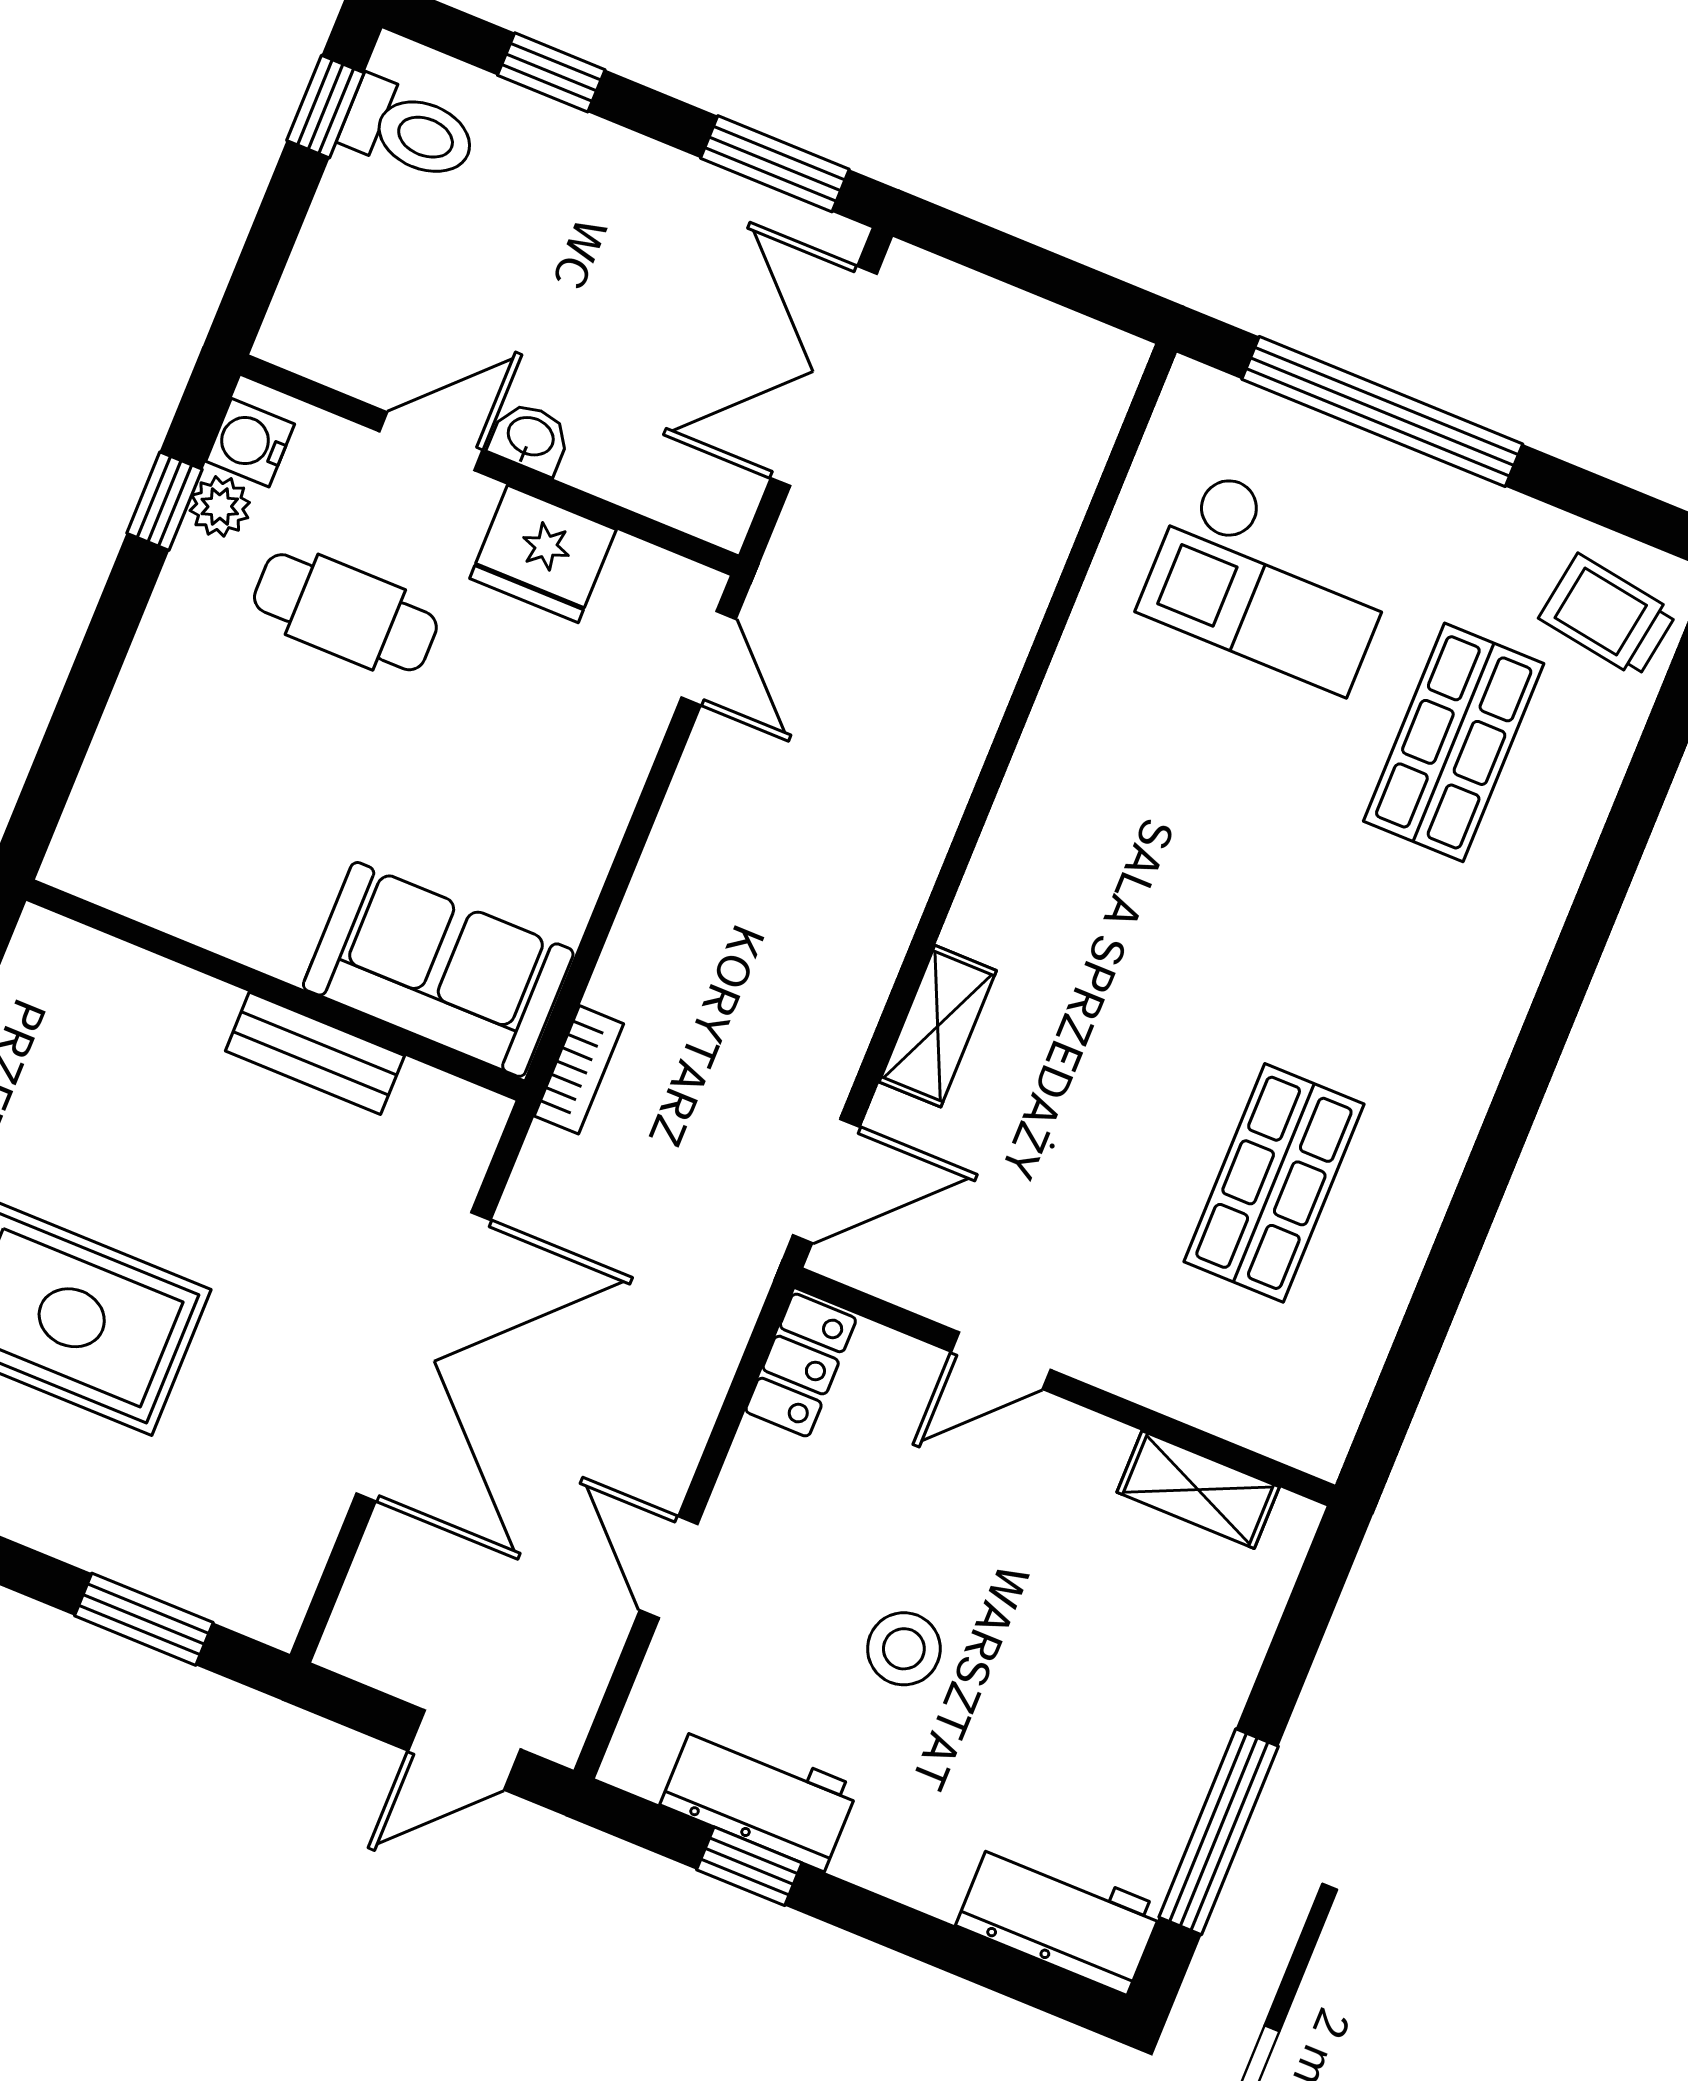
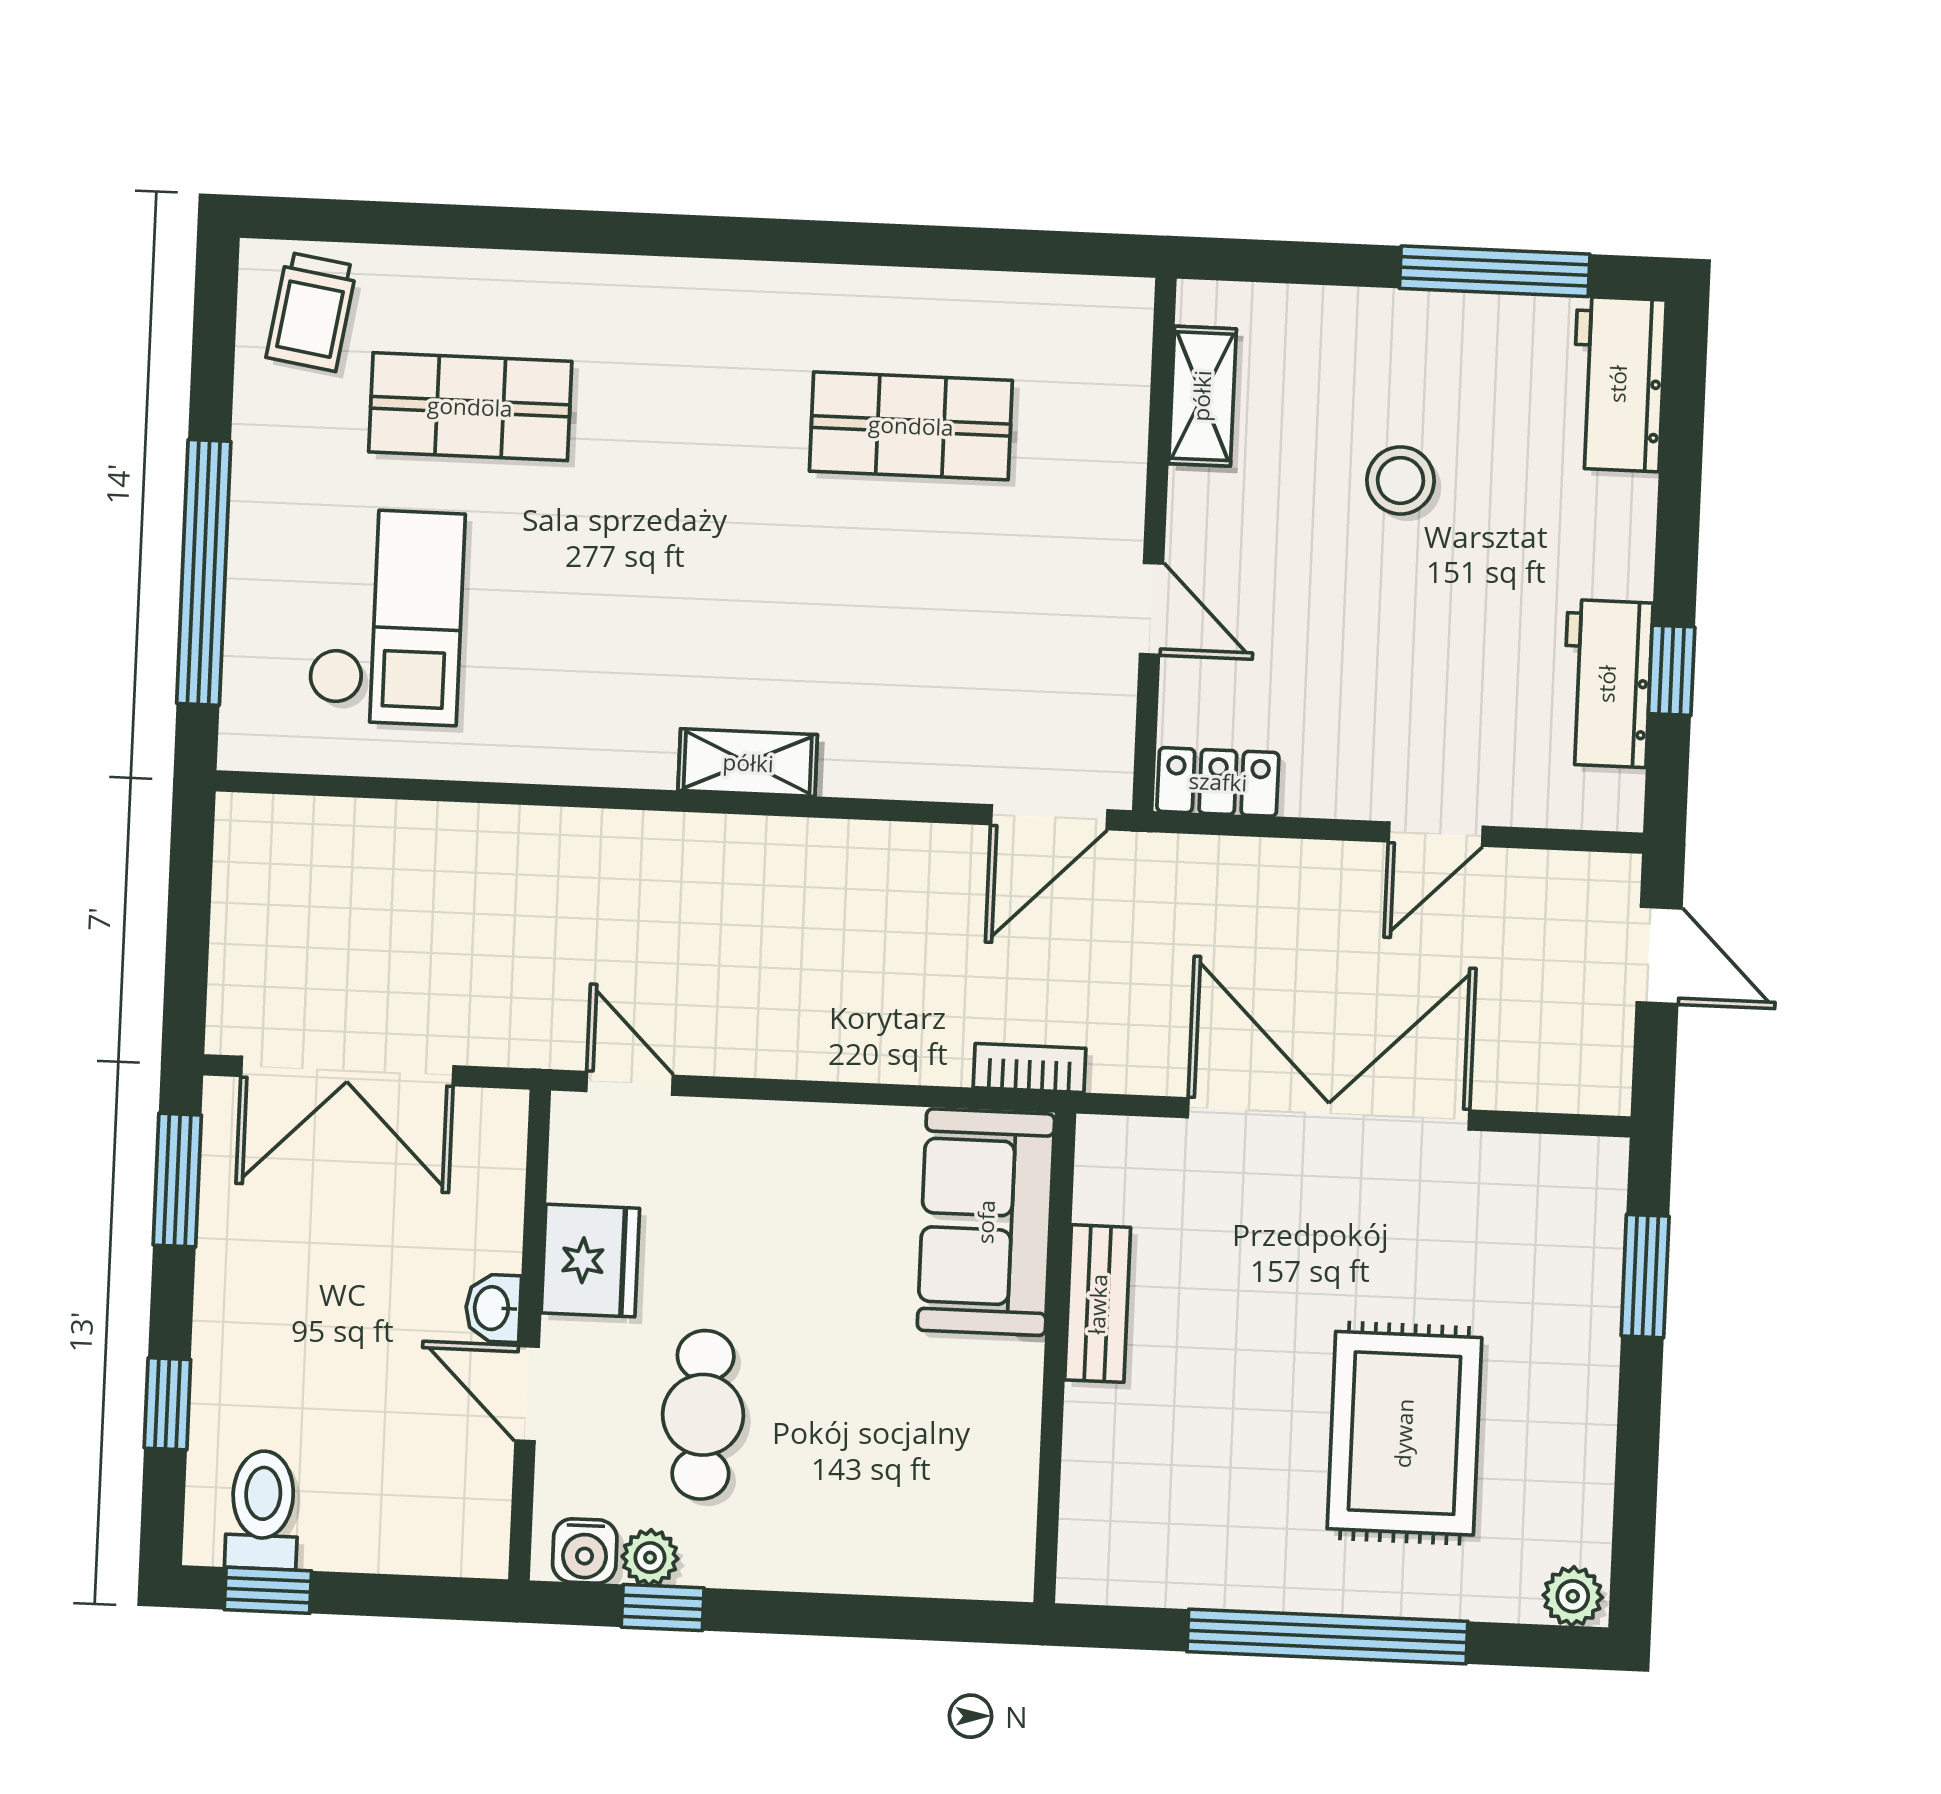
door: (709, 658) -> (630, 1083), hinge flipped
shelving: (938, 1026) -> (748, 763), moved
door: (826, 1181) -> (1049, 817), swing flipped
stool: (904, 1649) -> (1401, 480), moved

